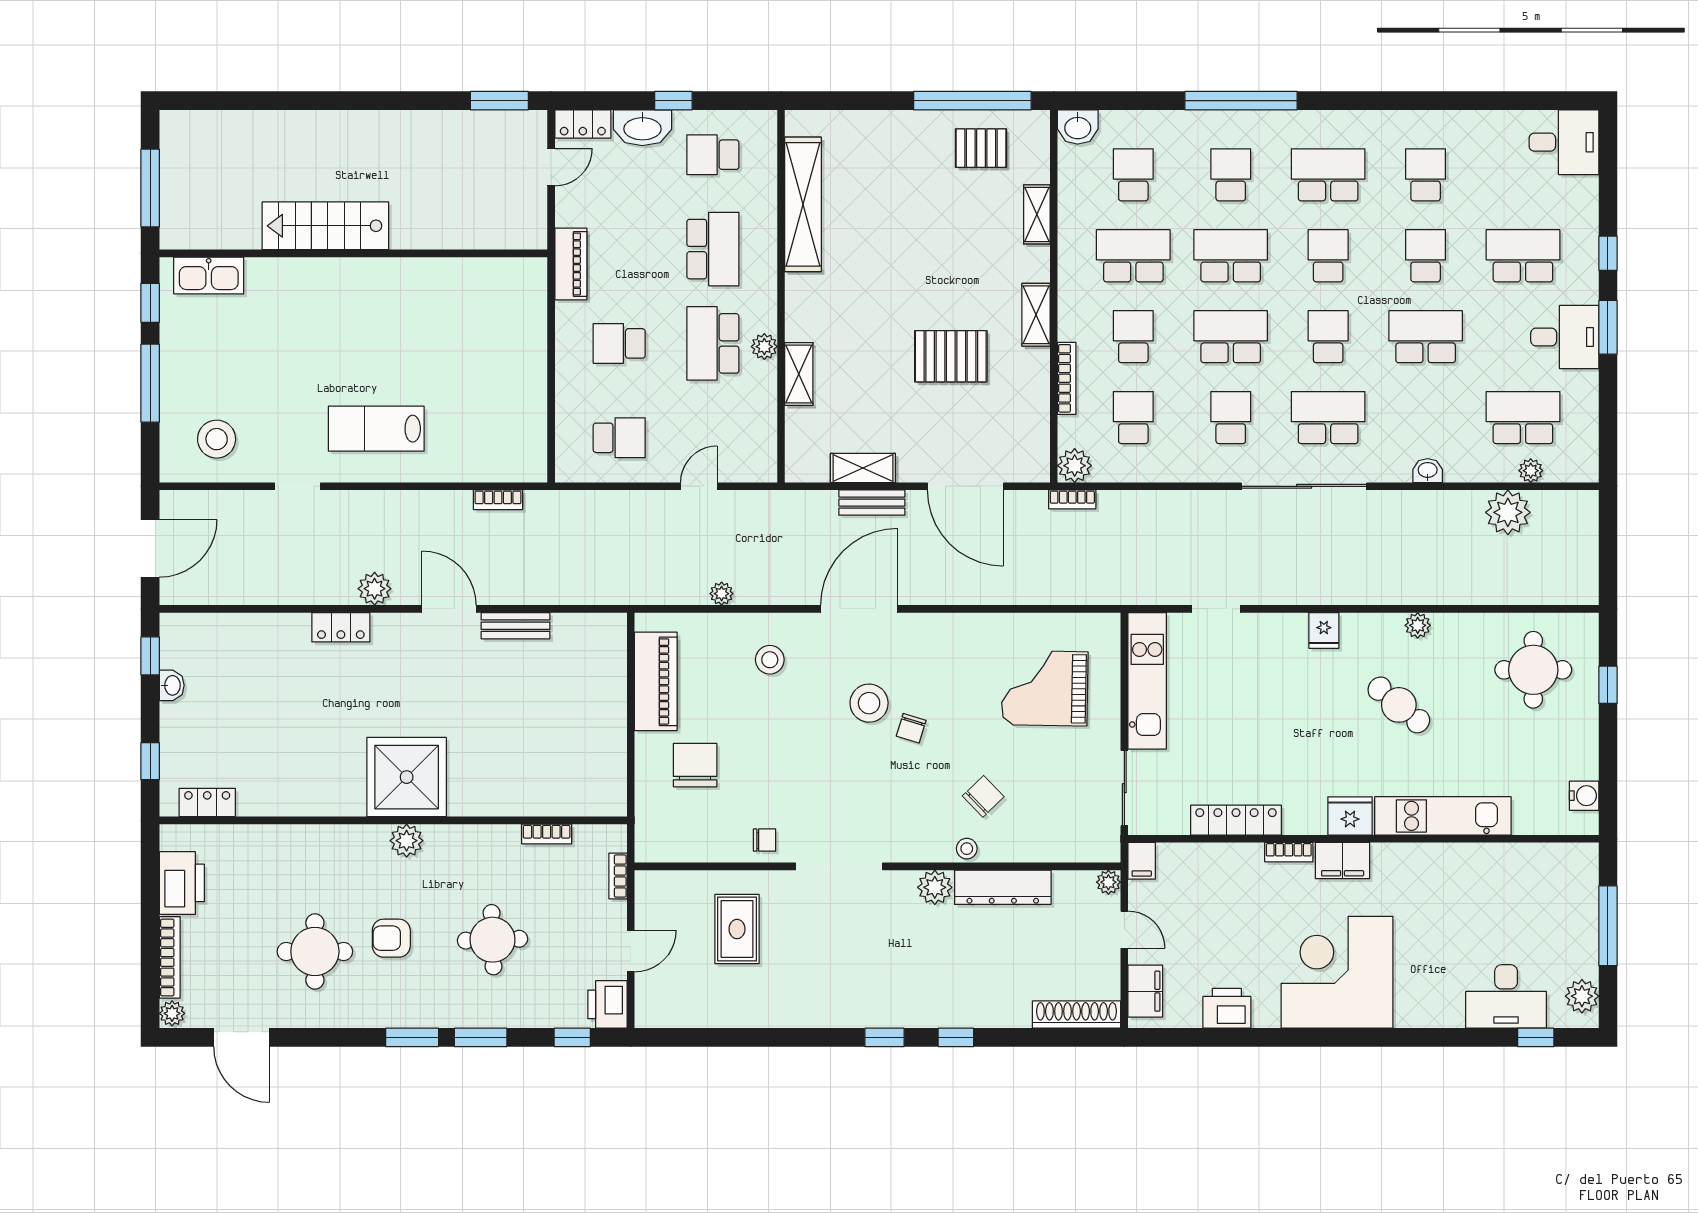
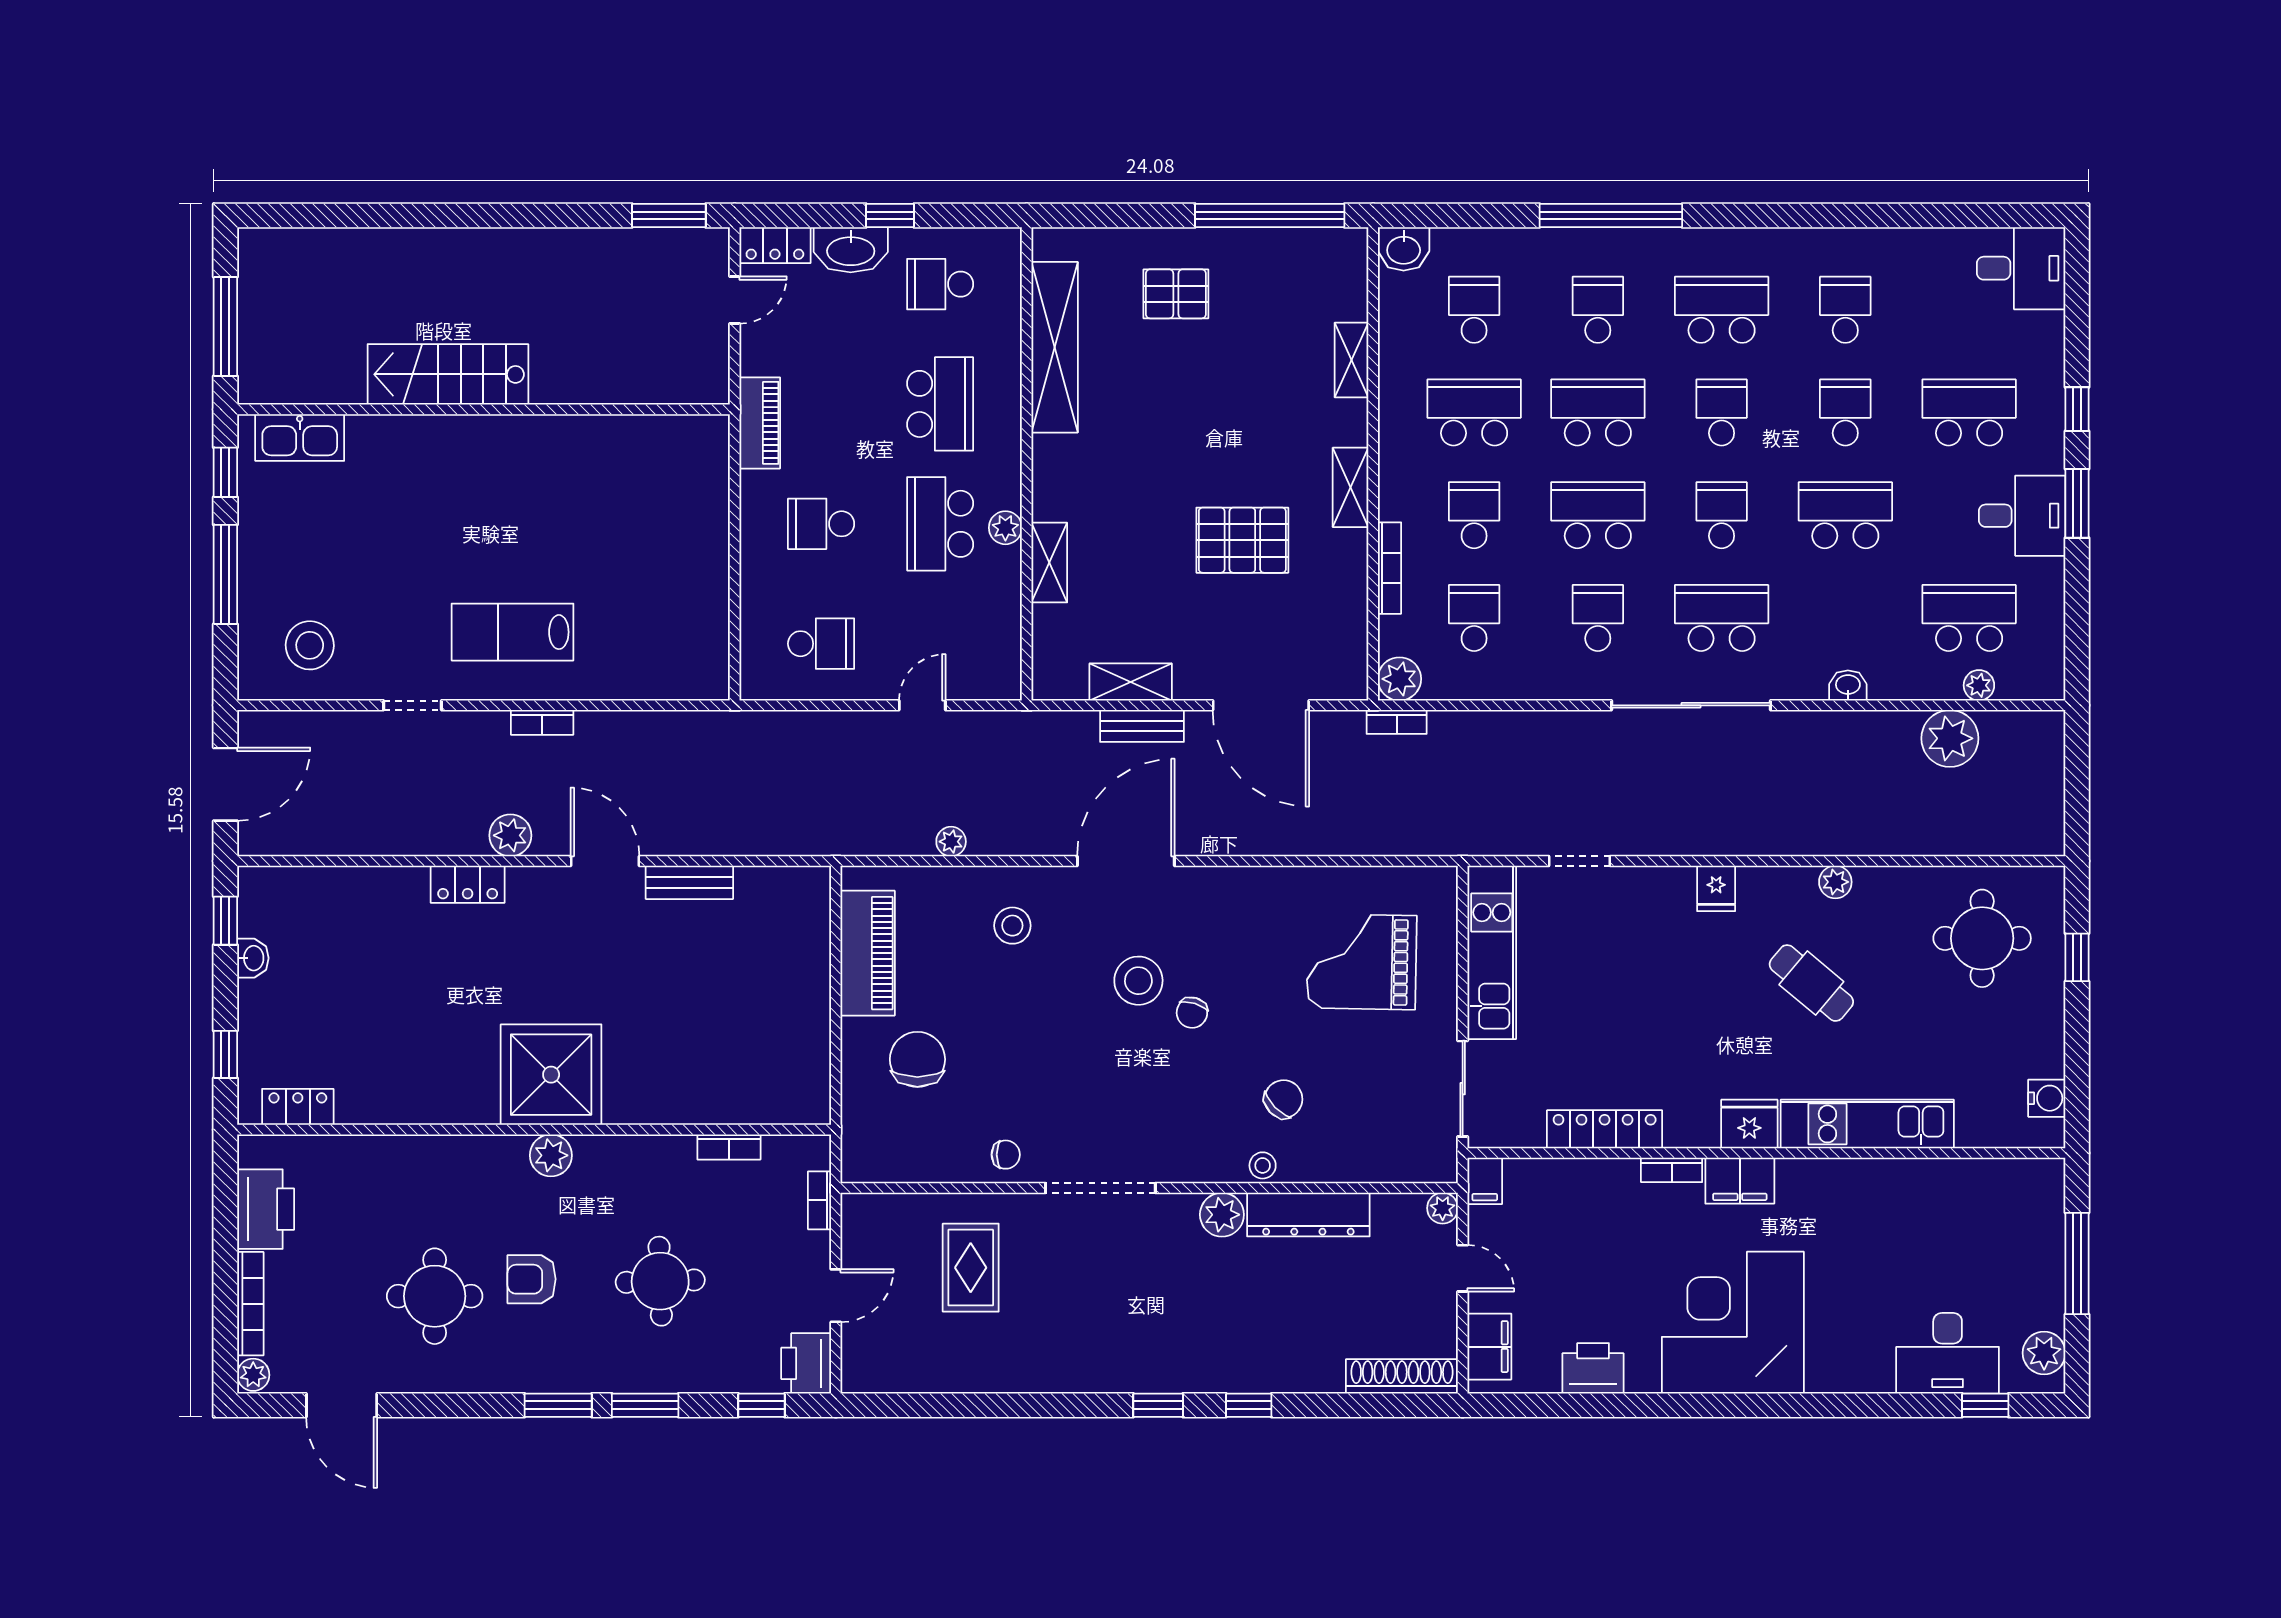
pallet: (981, 148) -> (1176, 294), moved
bookcase: (498, 500) -> (542, 722), moved

